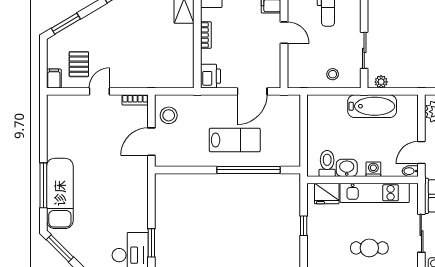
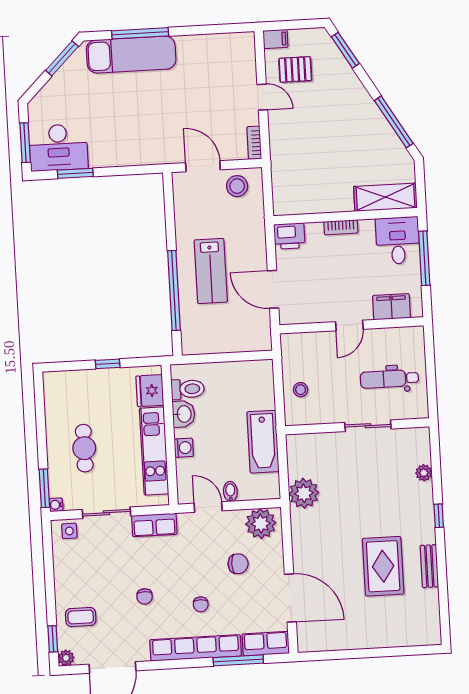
sliding door: (364, 50) -> (368, 426), moved
plant: (381, 82) -> (304, 493), moved, width x1.88, depth x1.88
bidet: (410, 171) -> (230, 492), moved

